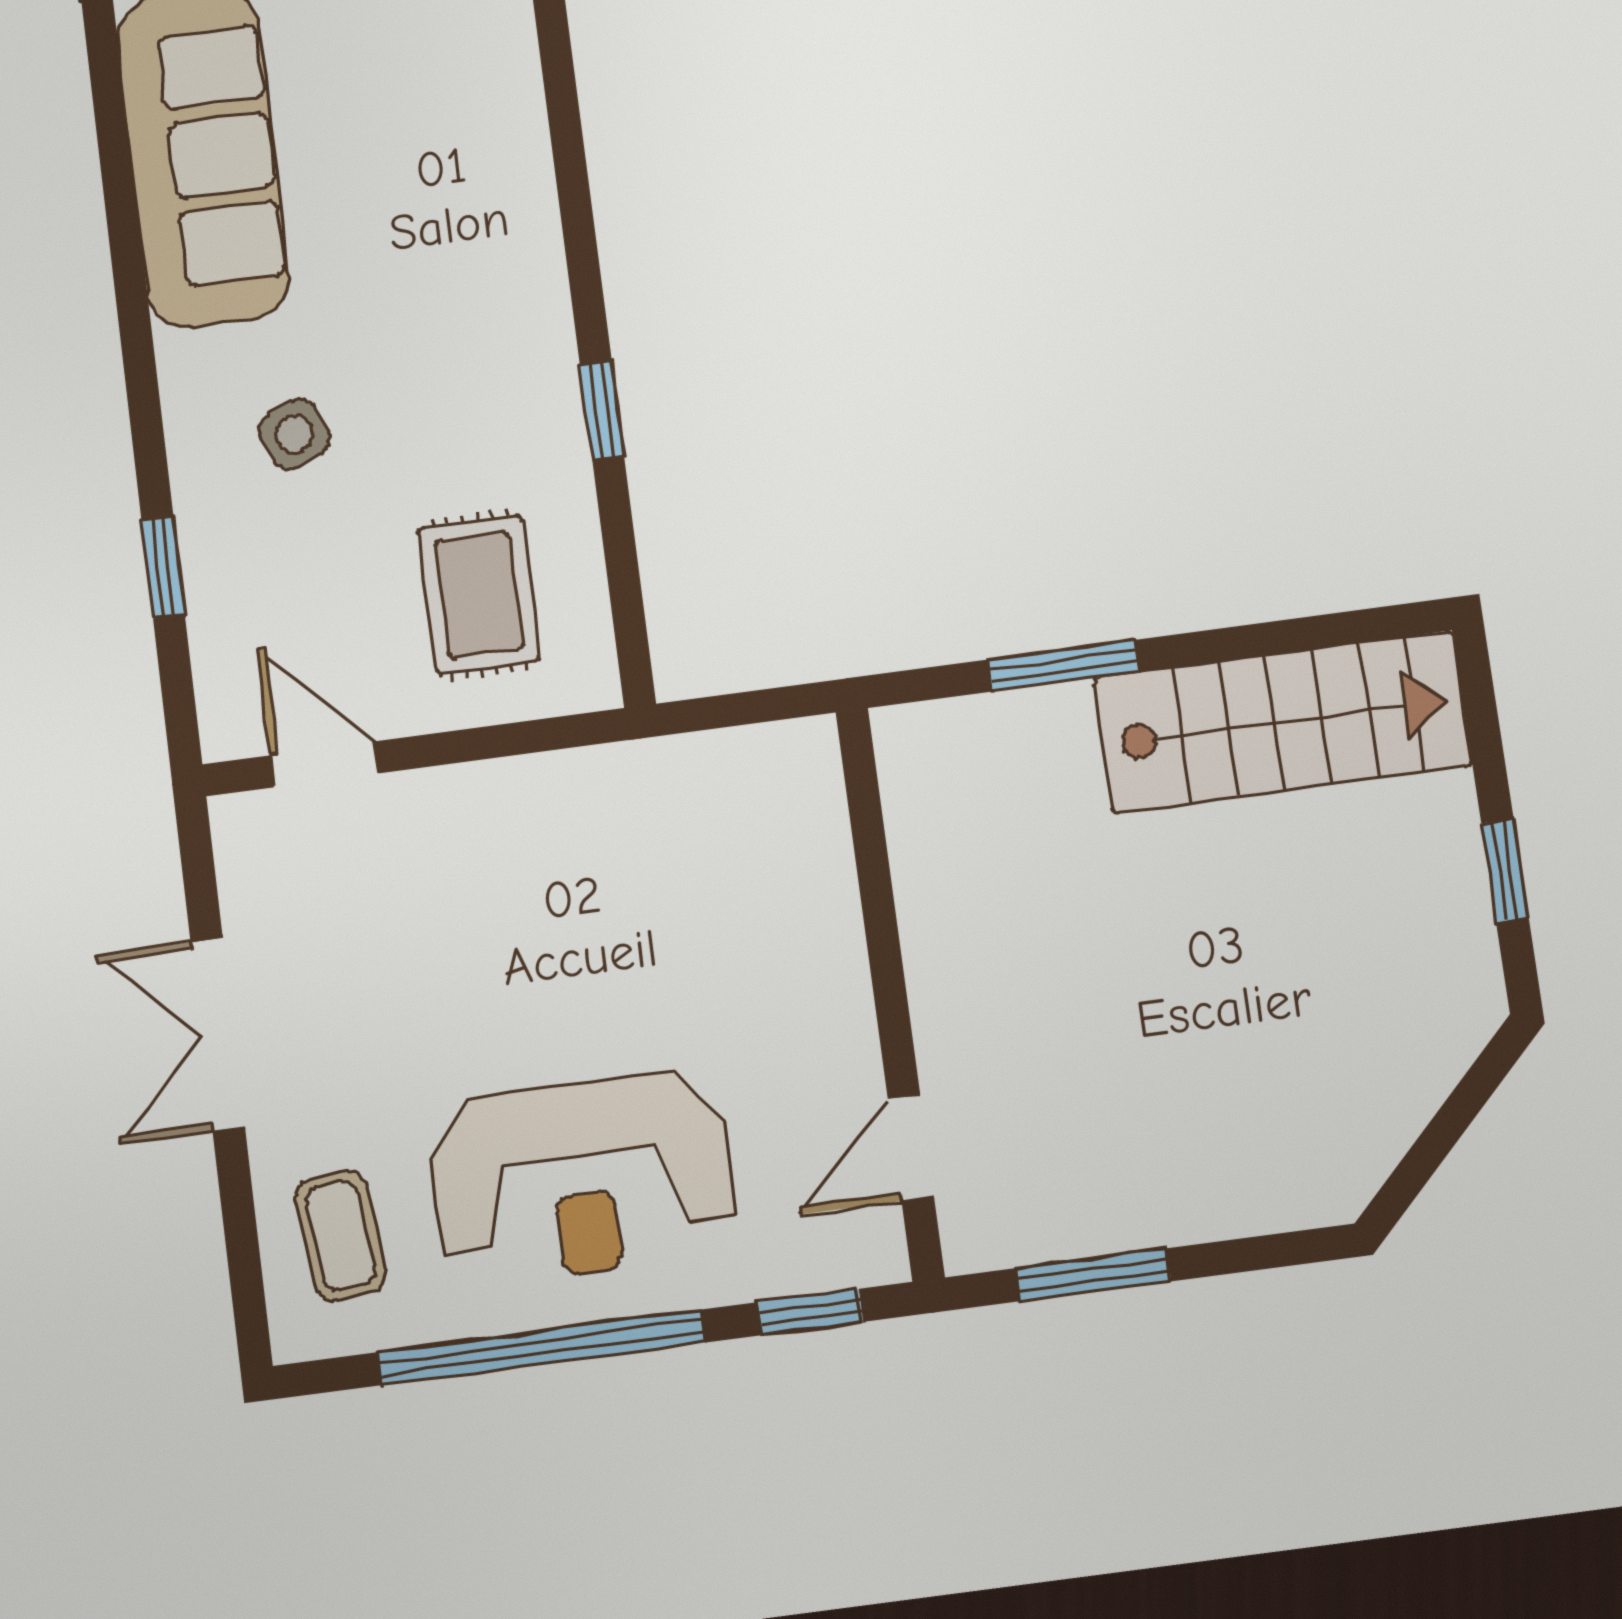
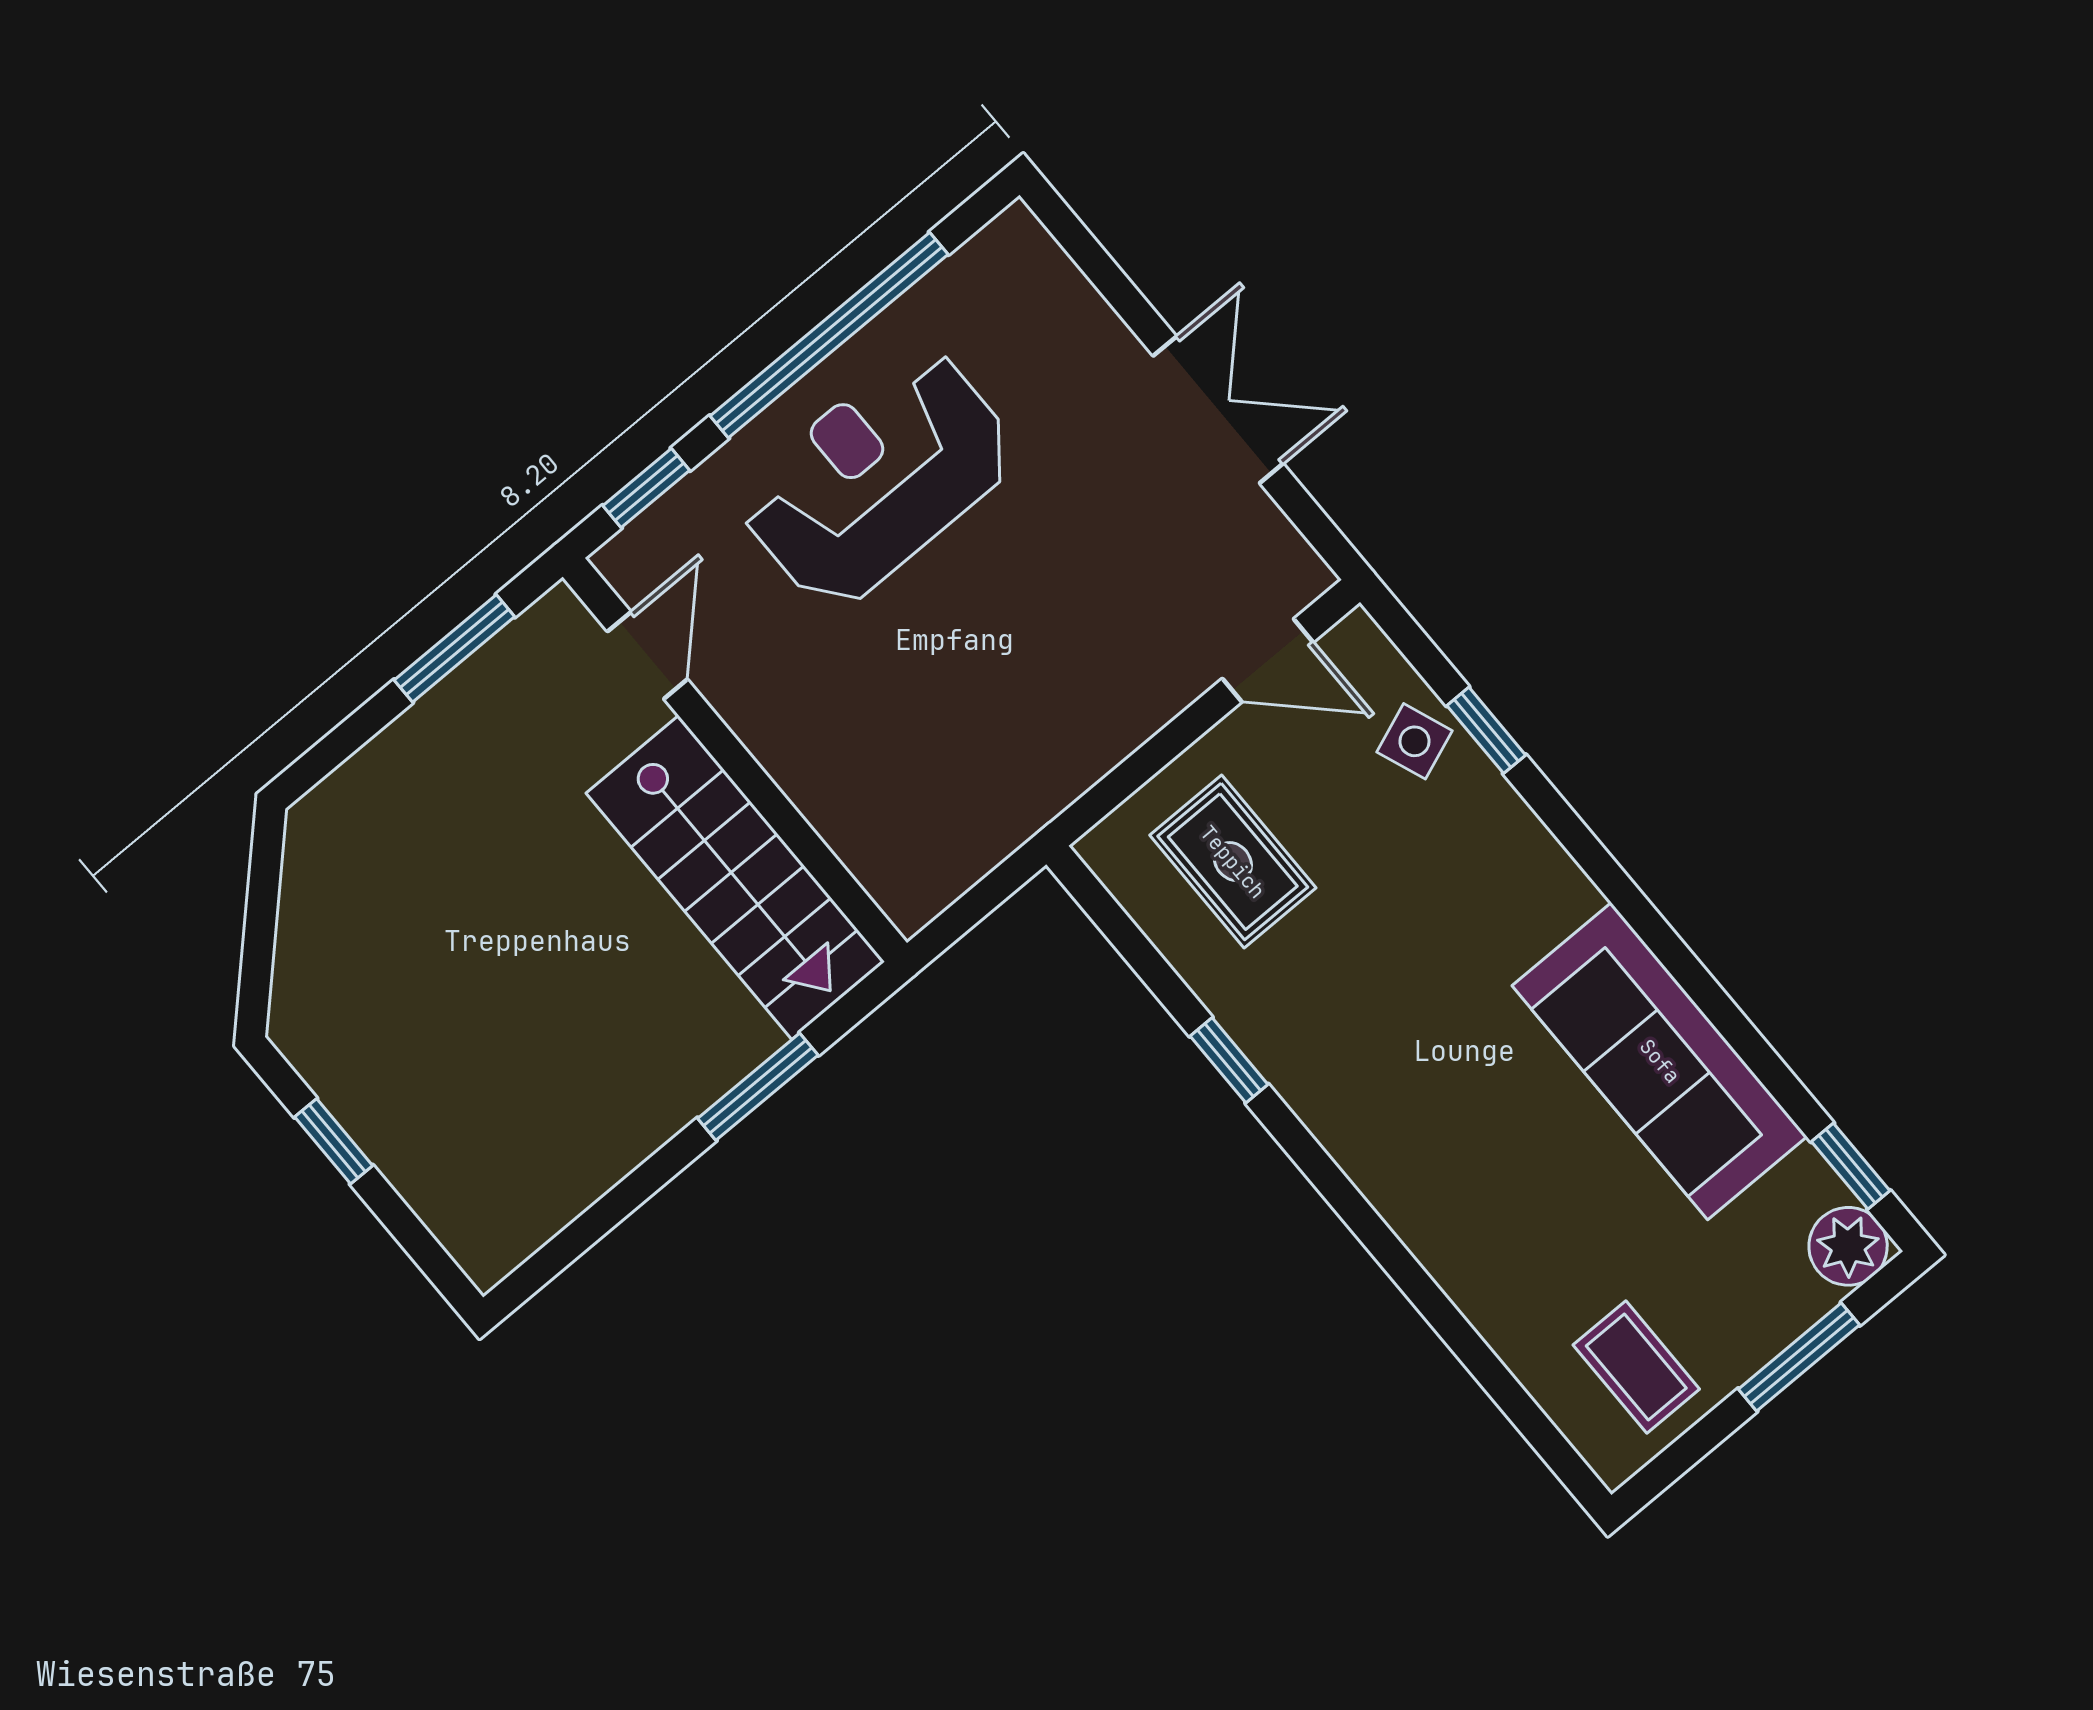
side table: (295, 434) -> (1415, 741), moved
stairs: (1282, 722) -> (735, 877), moved, turned -90
coffee table: (341, 1236) -> (1030, 321), removed

